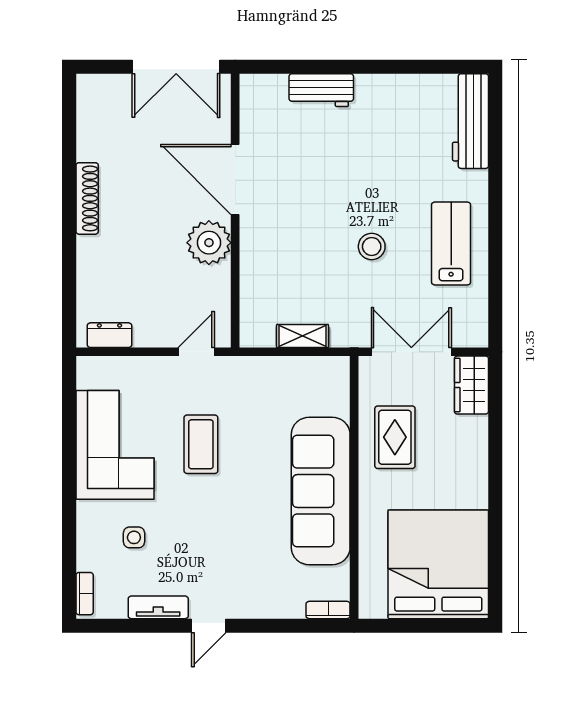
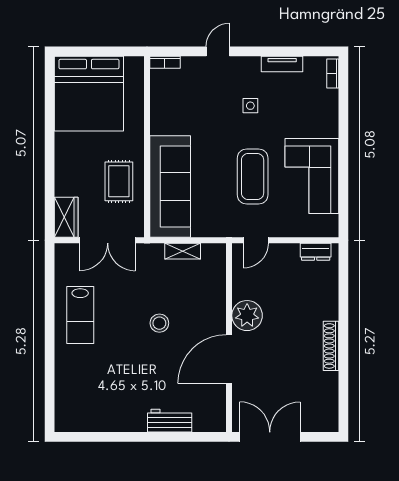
workbench: (471, 121) -> (67, 399), removed
door: (235, 179) -> (229, 359), swing flipped
stool: (372, 247) -> (159, 323), moved
coffee table: (201, 444) -> (253, 176), width x1.36, depth x1.32
sofa: (321, 491) -> (170, 187), moved
side table: (134, 537) -> (250, 106), moved
door: (209, 626) -> (218, 51), moved

